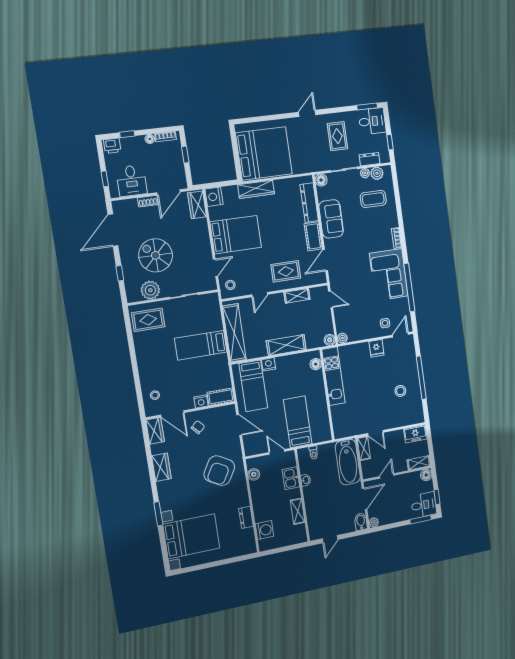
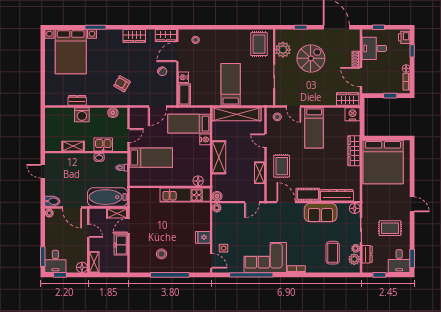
bed: (236, 235) -> (314, 128), width x0.67
freezer: (415, 434) -> (121, 245), moved
armchair: (219, 471) -> (122, 84), width x0.53, depth x0.53
washing machine: (265, 530) -> (82, 115), moved

